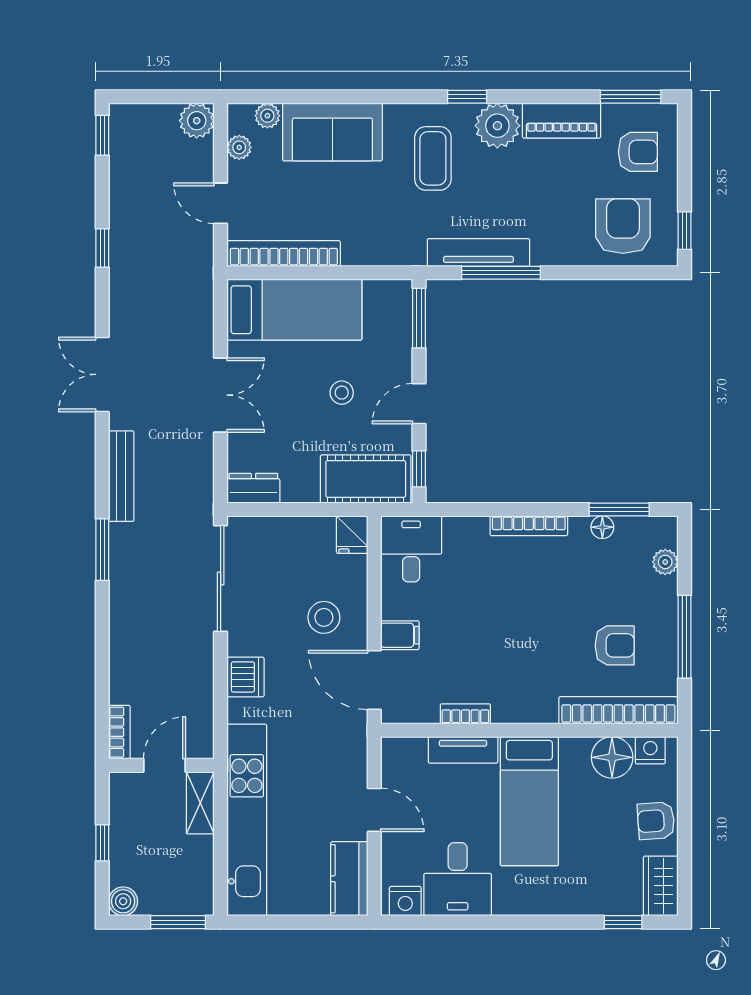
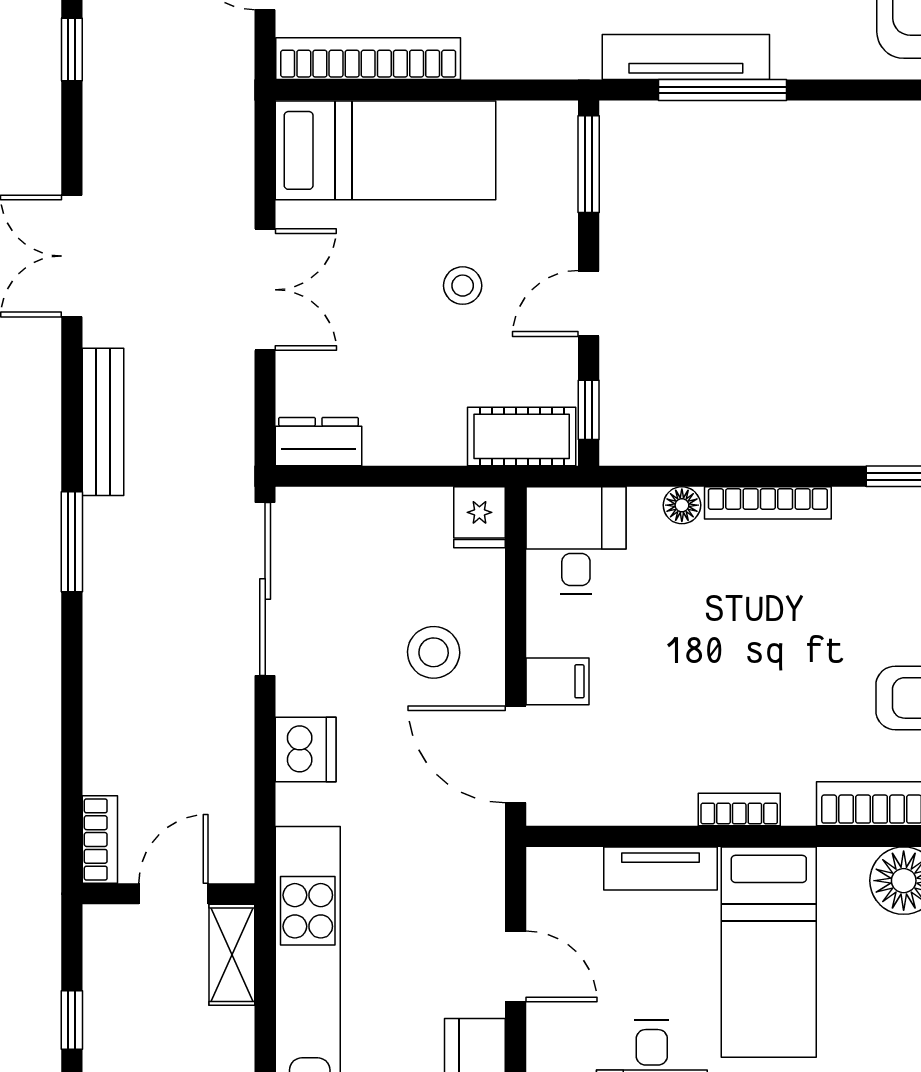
cot: (366, 479) -> (522, 436), width x0.73, depth x0.75
floor lamp: (602, 527) -> (682, 505), moved
bookcase: (465, 714) -> (739, 810), moved

